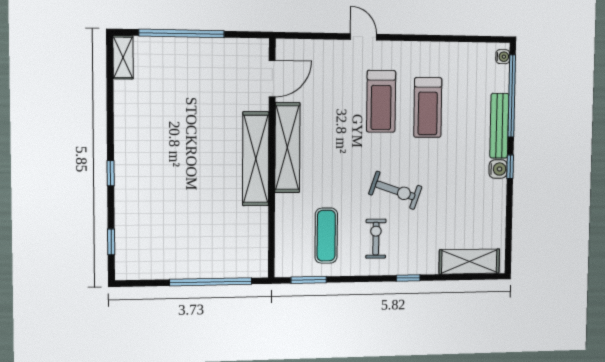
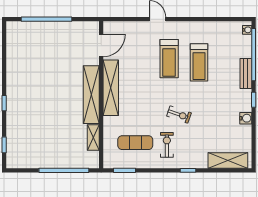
shelving: (123, 57) -> (93, 137), moved
bench: (499, 126) -> (246, 74), width x0.73
water cooler: (498, 169) -> (246, 118), moved
exercise bike: (395, 190) -> (179, 114), width x0.73, depth x0.72
exercise mat: (326, 236) -> (135, 143), turned 90

